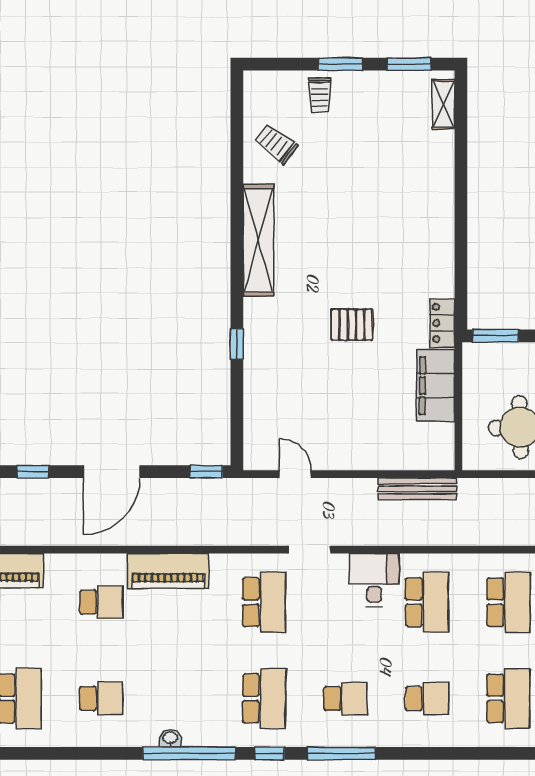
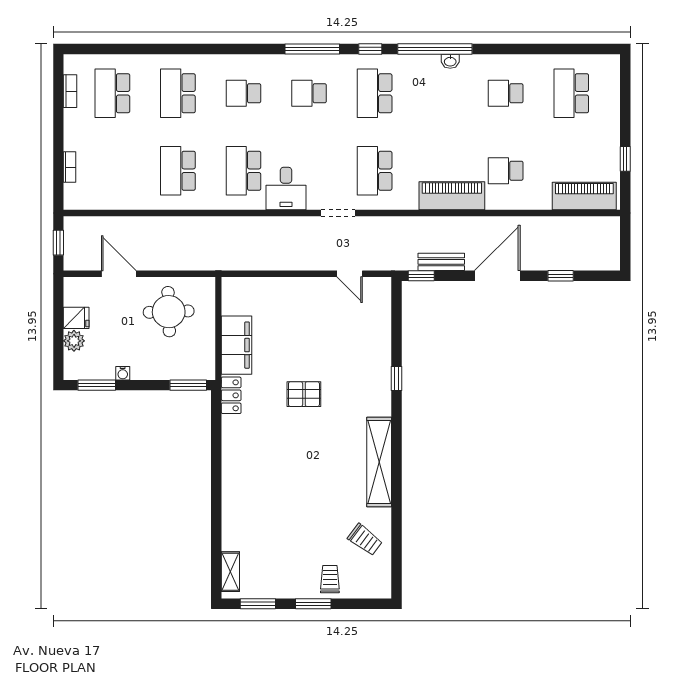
bench: (418, 489) -> (441, 262), moved, width x0.73

